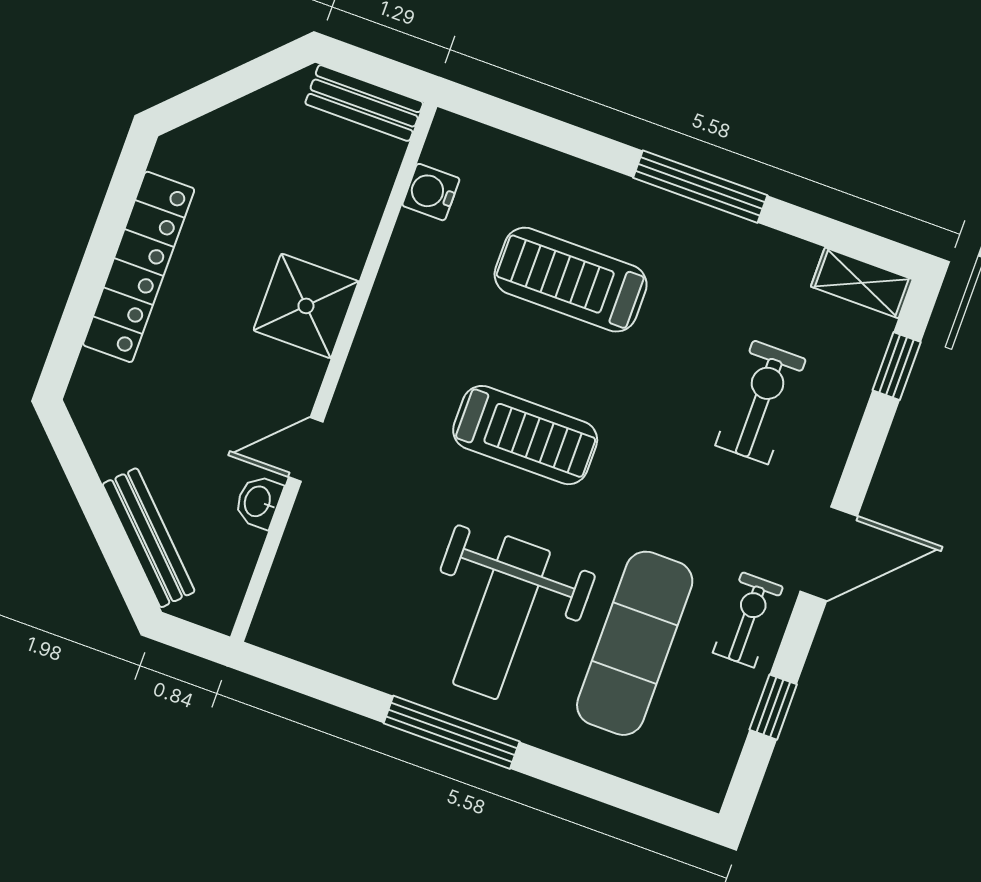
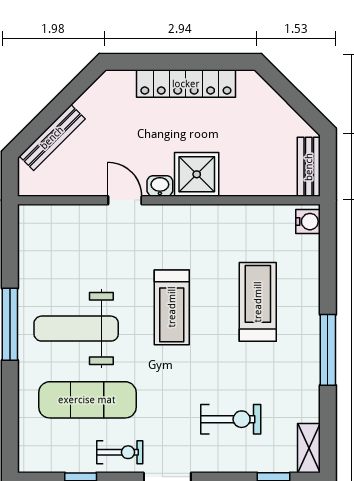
water cooler: (431, 192) -> (308, 222), moved, turned 90
washbasin: (258, 502) -> (160, 186), moved

